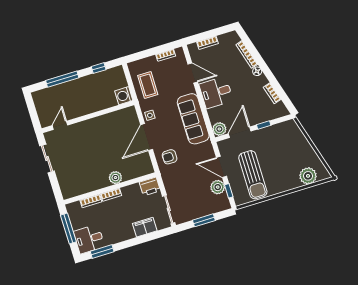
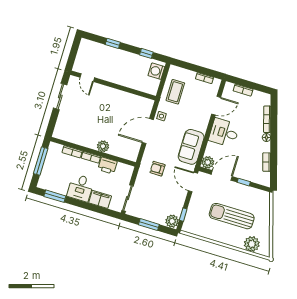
door: (193, 73) -> (216, 106), hinge flipped
window: (62, 79) -> (113, 43), width x0.46
washing machine: (124, 96) -> (156, 71), moved
sofa: (193, 119) -> (191, 147), width x0.73
door: (60, 125) -> (87, 78), swing flipped
armchair: (170, 157) -> (157, 169), moved
door: (221, 167) -> (193, 182), moved
sun lounger: (253, 175) -> (232, 216), moved, turned 90
printer: (150, 186) -> (107, 166), moved
plant: (218, 187) -> (172, 221), moved
desk: (89, 239) -> (80, 188), moved, turned -90

